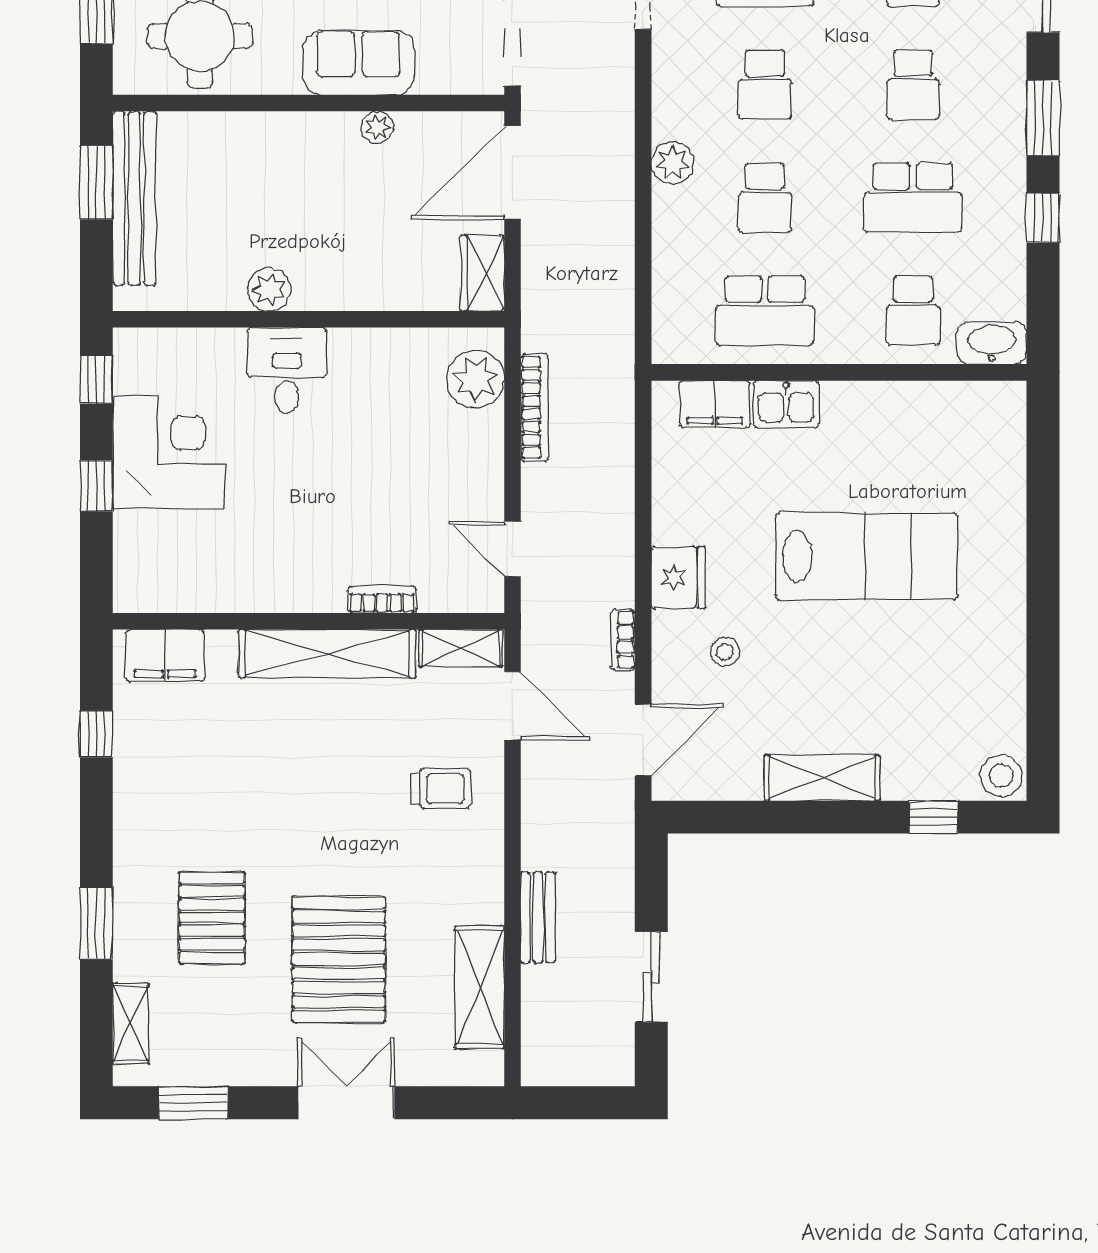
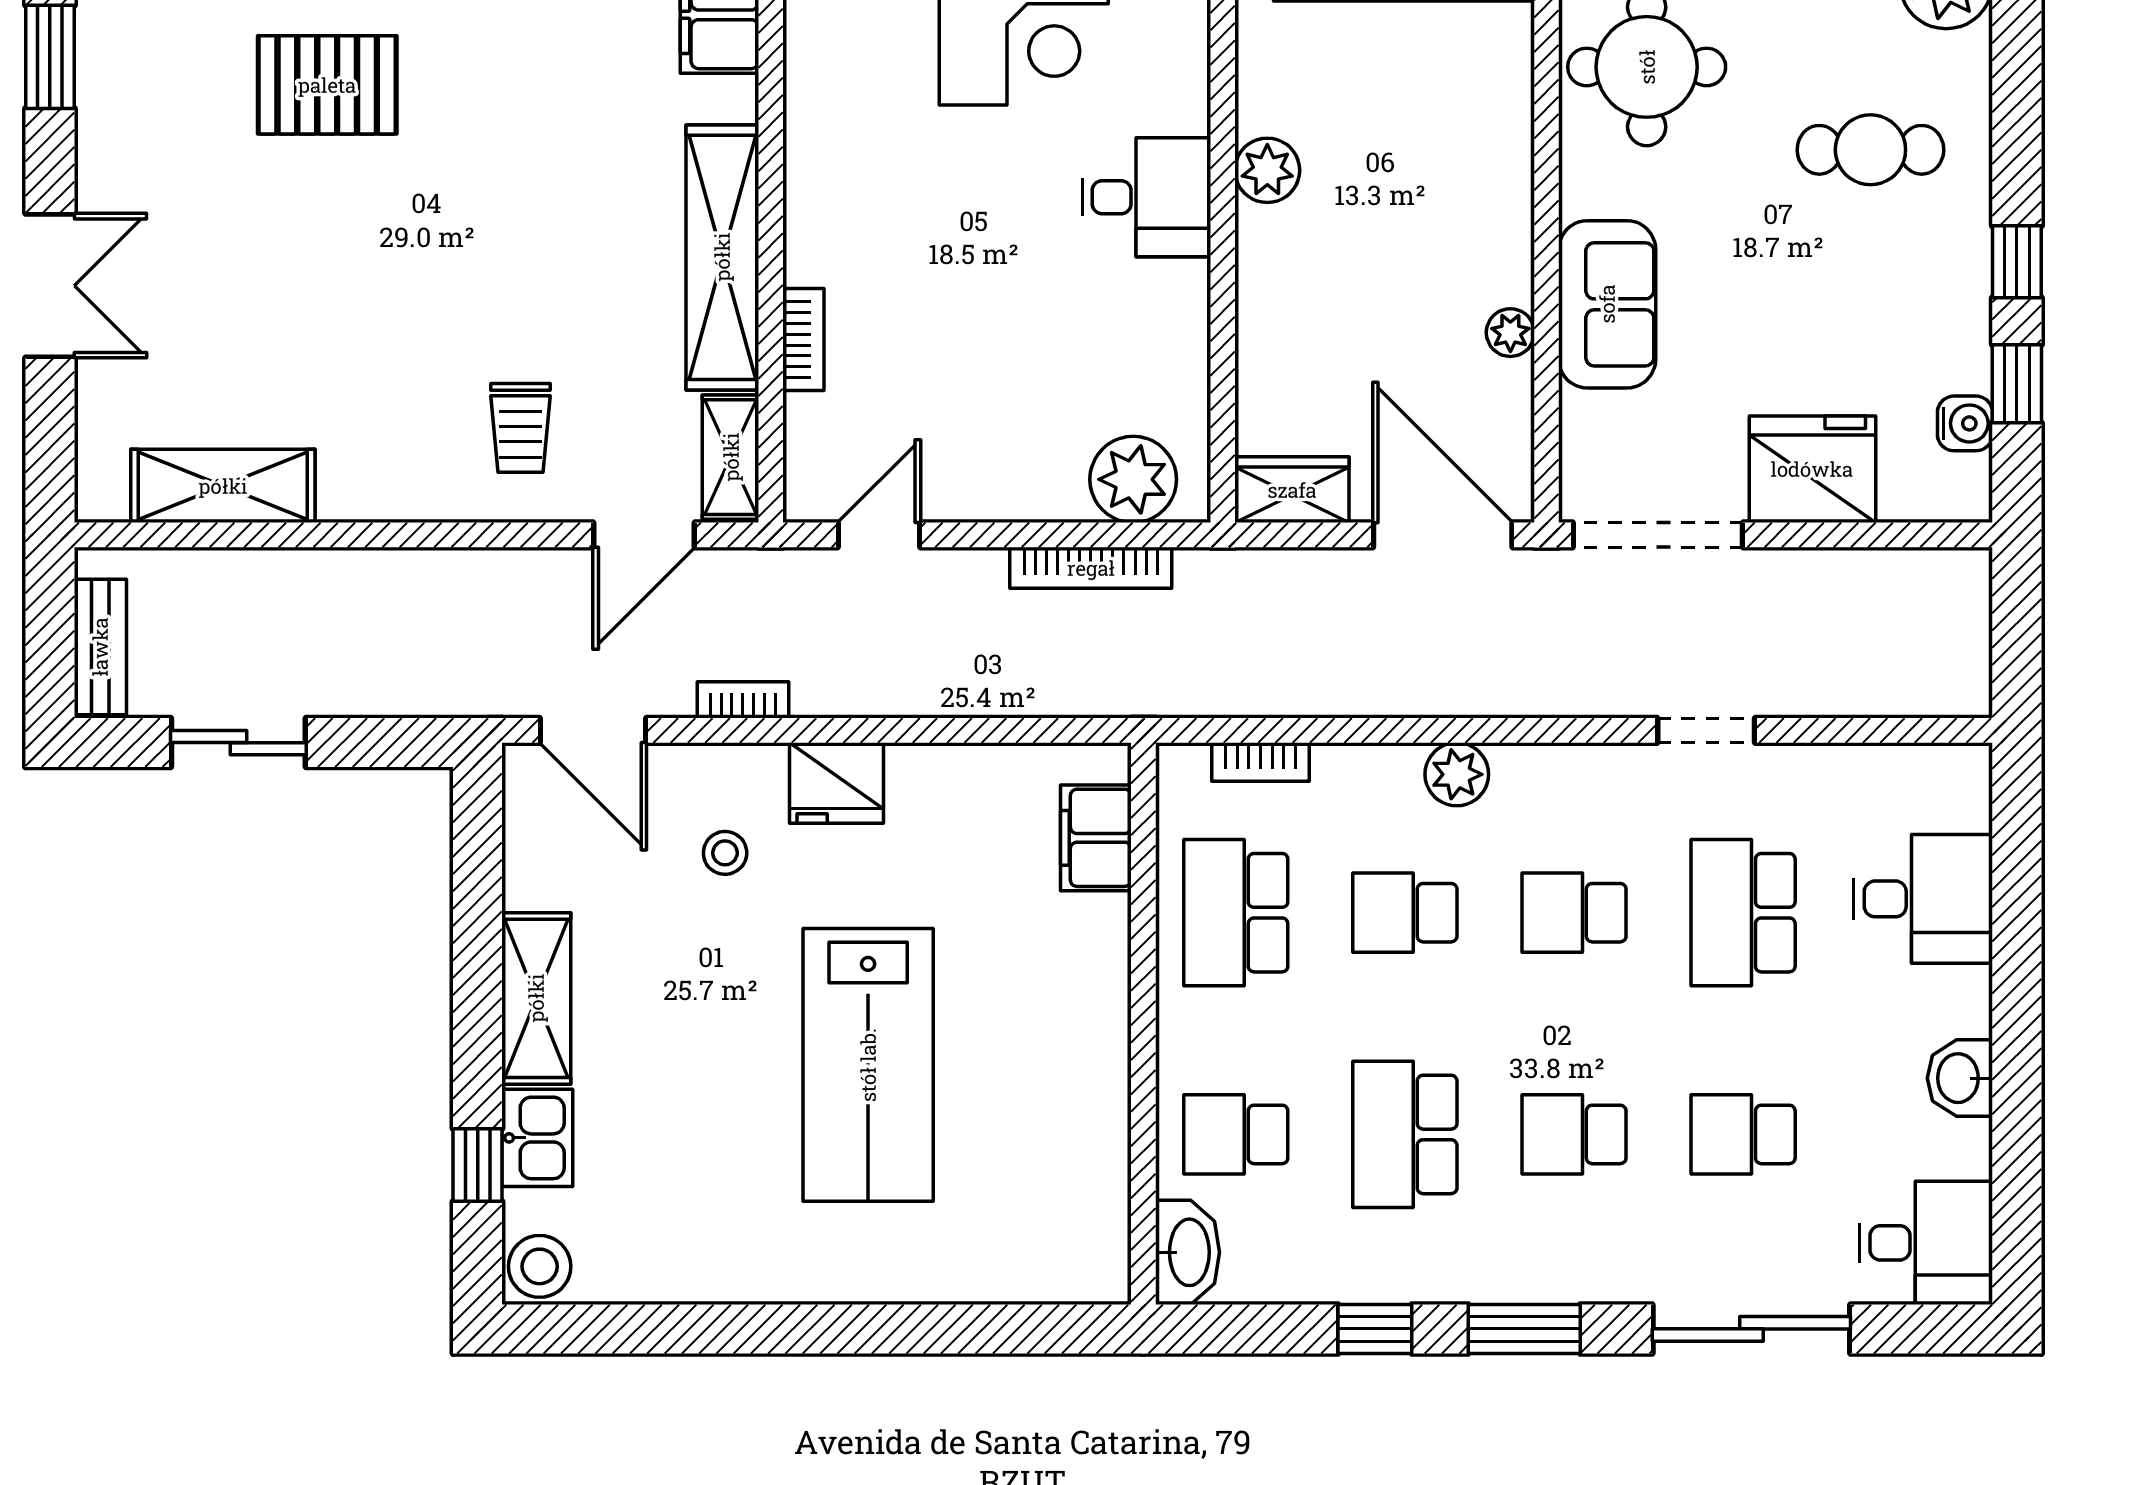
bookcase: (664, 294) -> (1260, 762), added
kitchen sink: (786, 404) -> (537, 1138), moved, turned 180
bench: (538, 917) -> (100, 647), moved, turned 90
pallet: (339, 959) -> (265, 275), removed

